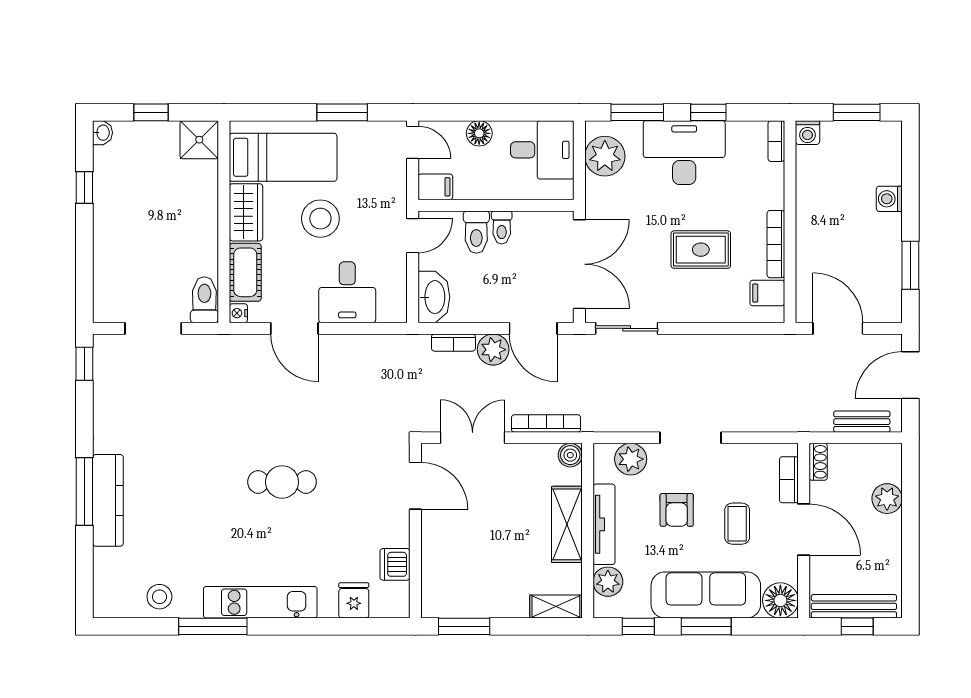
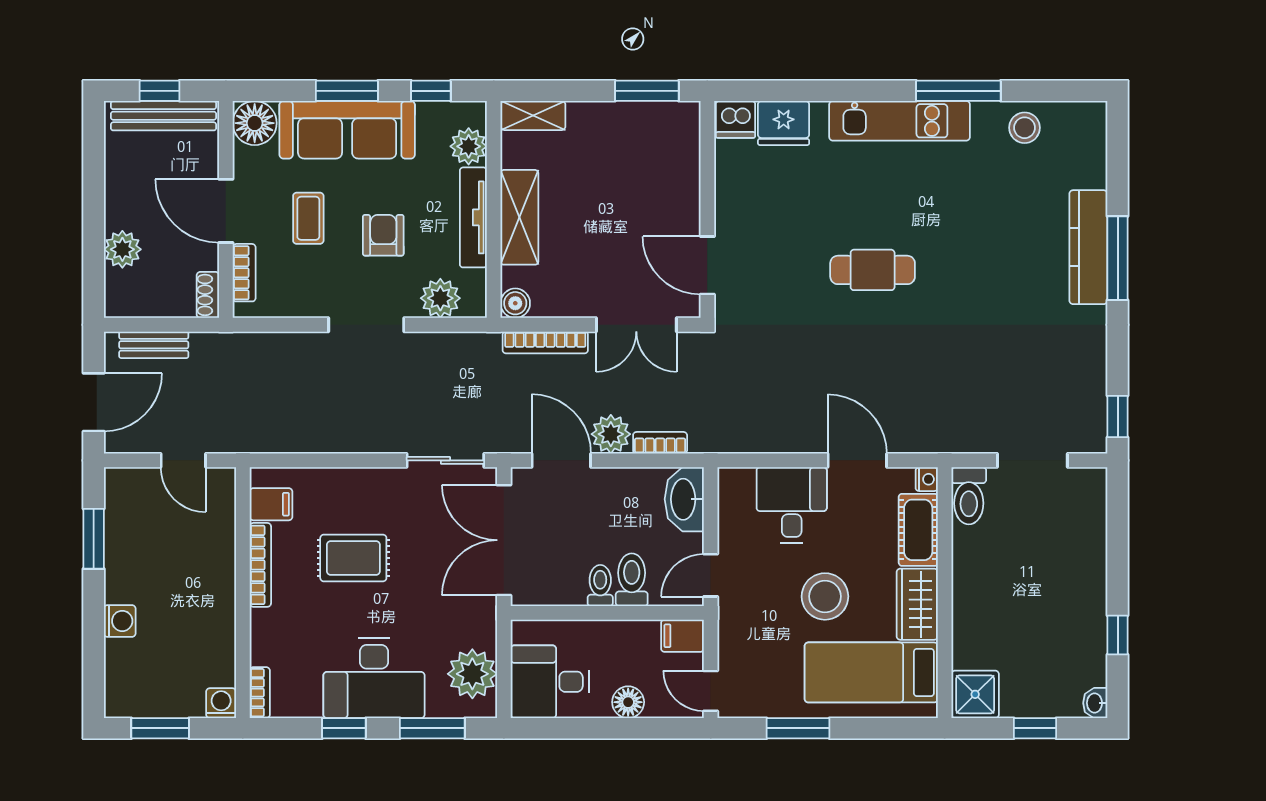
door: (838, 328) -> (183, 460), width x0.73
dishwasher: (395, 564) -> (736, 119), moved, turned 90
fridge: (354, 600) -> (784, 123), width x1.38

